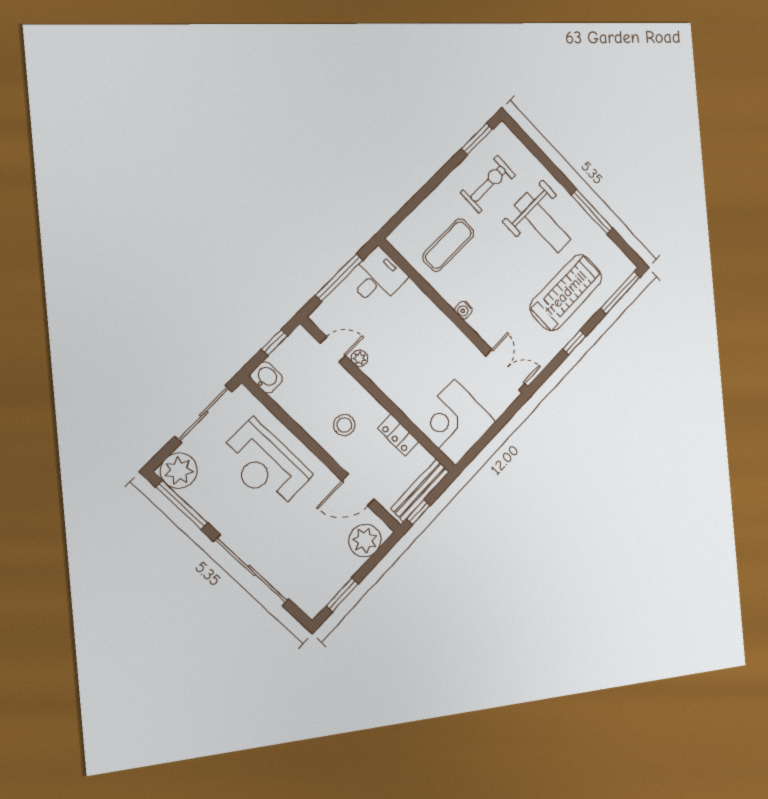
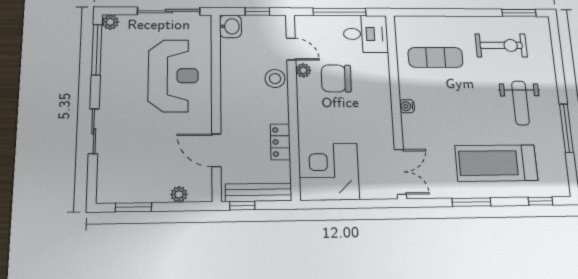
weight bench: (543, 223) -> (520, 103), width x0.73, depth x0.75
treadmill: (566, 293) -> (496, 163), turned 180
window: (620, 293) -> (540, 201), width x0.46
chair: (390, 340) -> (336, 78), added
window: (574, 343) -> (472, 202), width x1.50
stool: (344, 425) -> (275, 79), moved
reception desk: (265, 465) -> (173, 76), turned 180
plant: (179, 471) -> (110, 22), width x0.53, depth x0.53
plant: (365, 540) -> (179, 194), width x0.53, depth x0.53
sliding door: (252, 570) -> (94, 131), width x0.54

